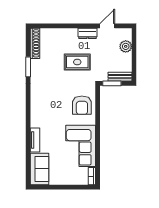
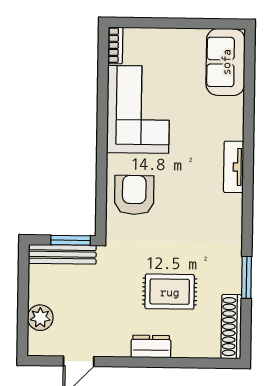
dresser: (88, 33) -> (151, 346), moved
rug: (77, 62) -> (170, 292), moved
bench: (120, 77) -> (62, 254), width x1.36
tv unit: (35, 140) -> (234, 167), moved

